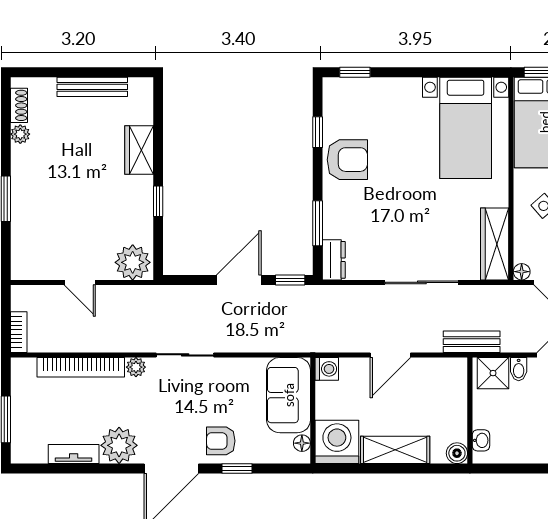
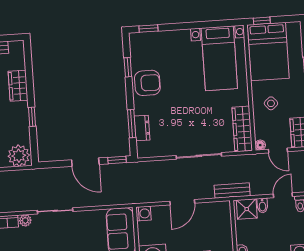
dresser: (334, 260) -> (142, 128), moved
door: (239, 280) -> (85, 162), swing flipped

